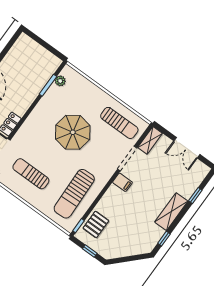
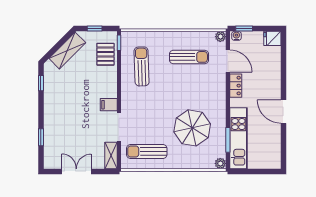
kitchen unit: (39, 80) -> (238, 138), added
plant: (60, 81) -> (220, 163), moved
parasol: (73, 132) -> (192, 128), moved
sun lounger: (74, 194) -> (142, 66), width x0.73, depth x0.75
shelving: (171, 212) -> (67, 51), moved, turned 45

